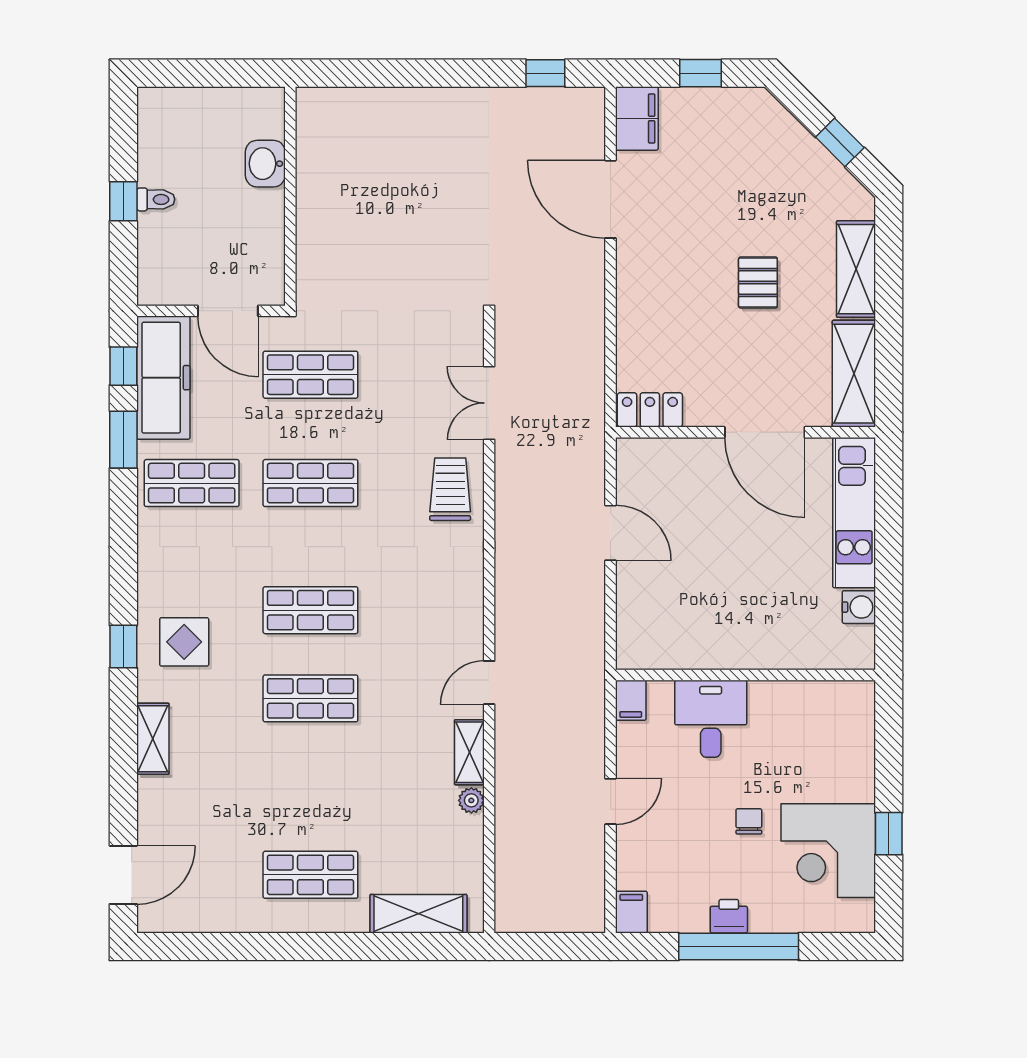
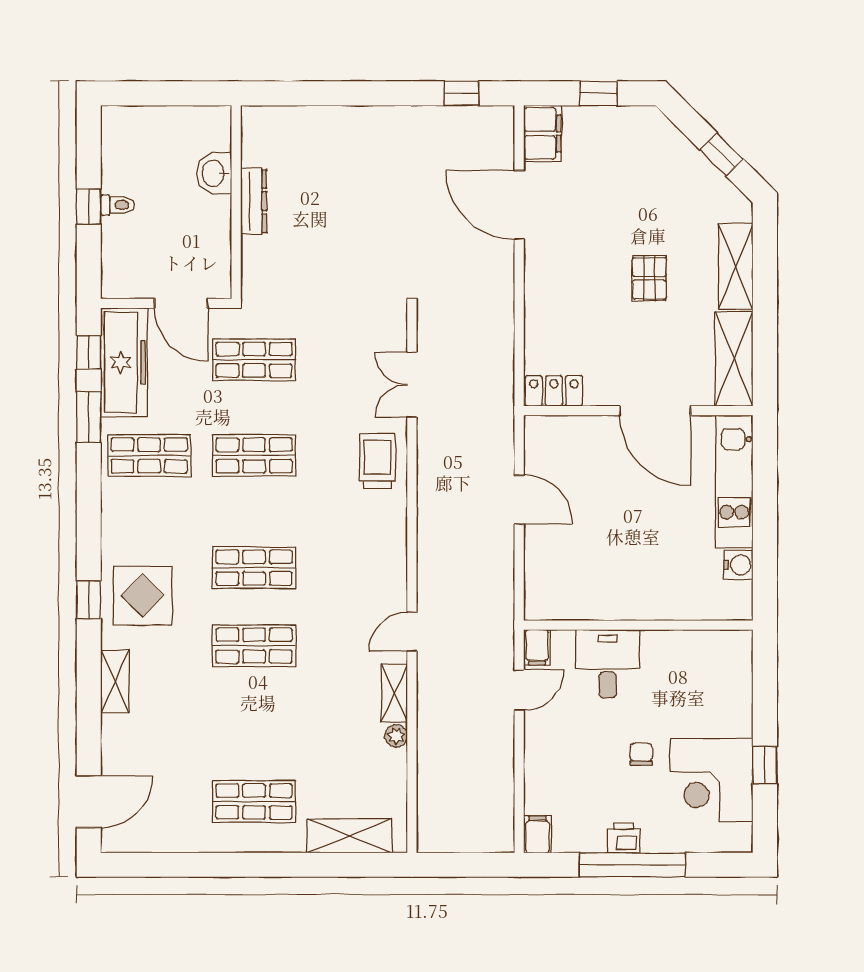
dresser: (310, 195) -> (254, 201), added
display table: (184, 642) -> (143, 596), width x1.36, depth x1.36
door: (611, 801) -> (519, 690), moved

